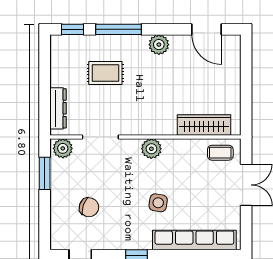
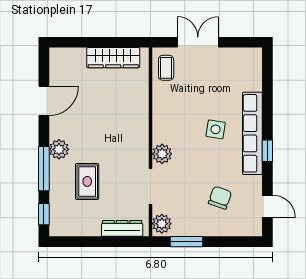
door: (207, 29) -> (44, 101), moved
plant: (159, 45) -> (59, 149), moved
wardrobe: (204, 125) -> (113, 58), moved, turned -90
plant: (151, 149) -> (162, 154), moved
row of seats: (194, 240) -> (252, 133), moved

